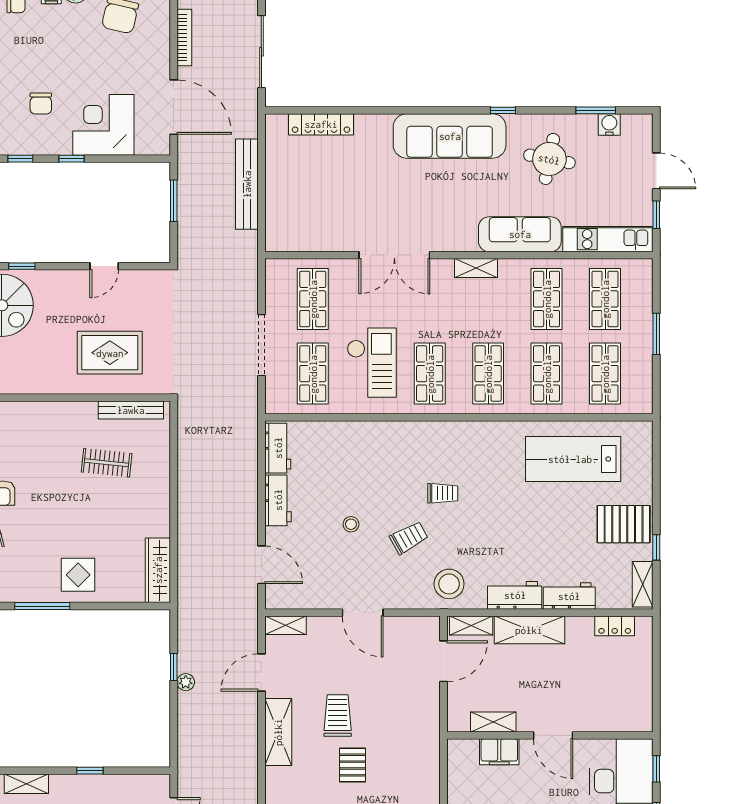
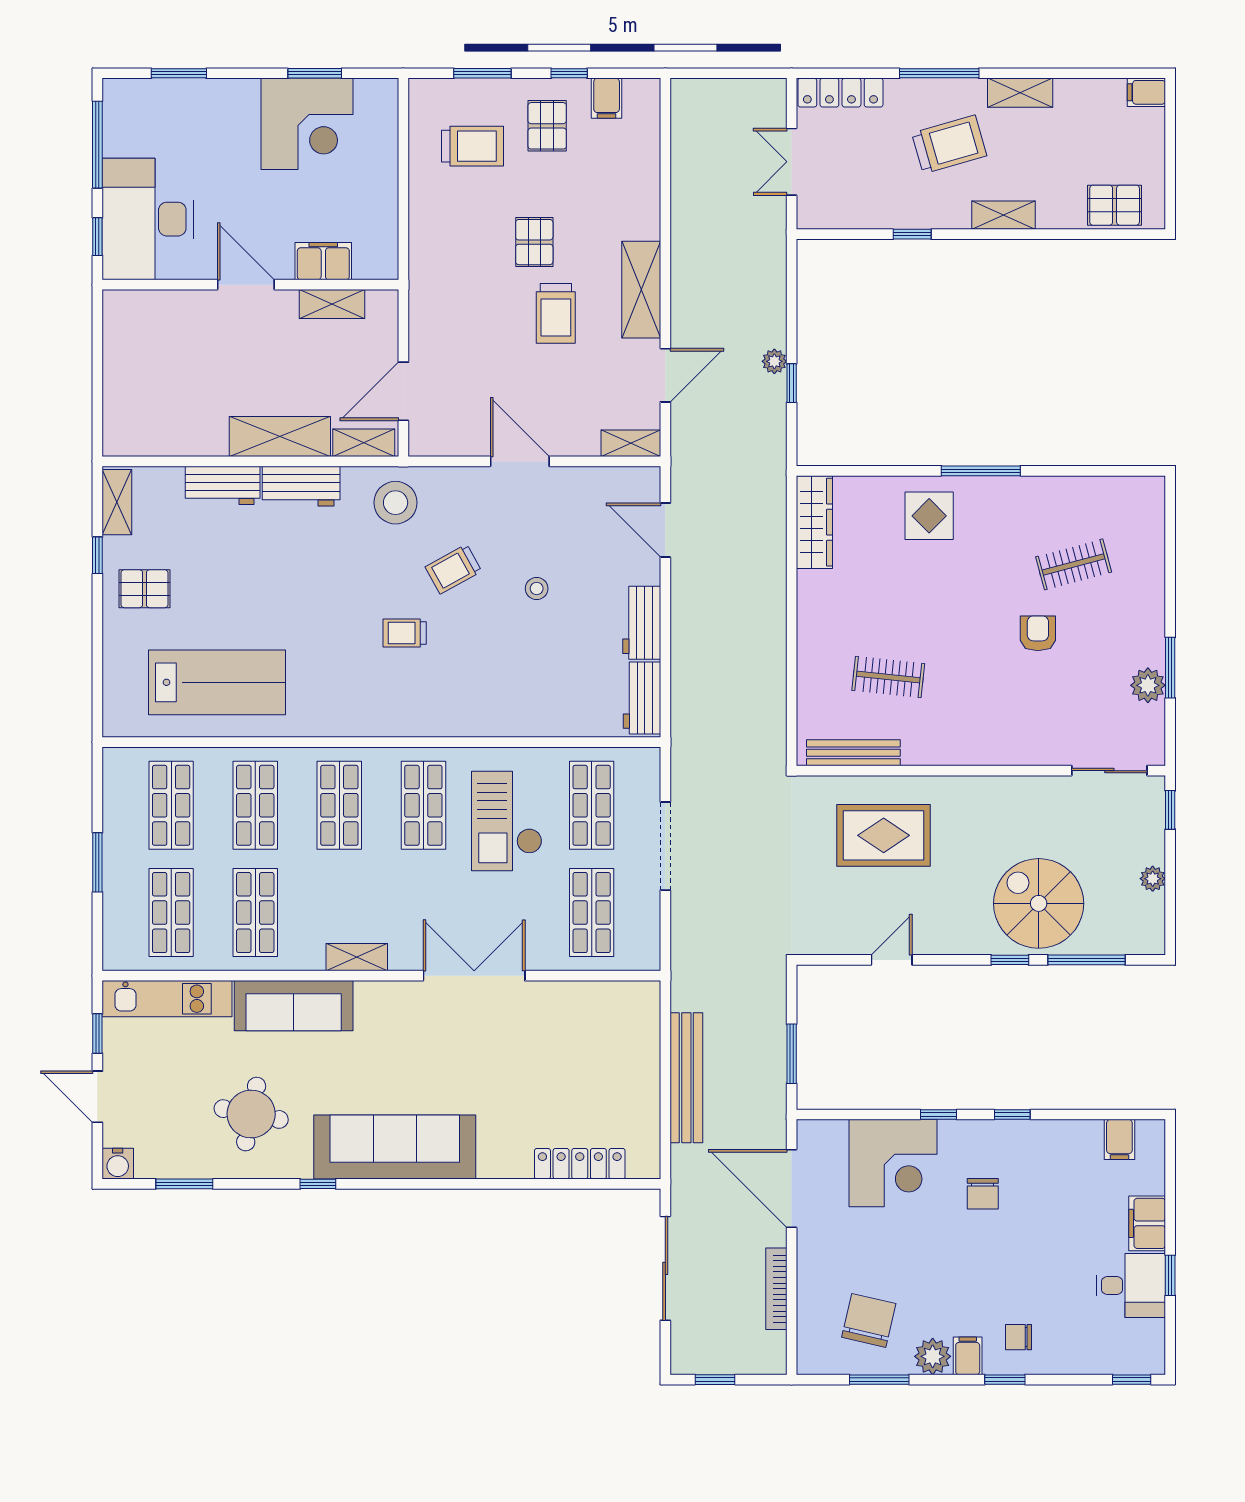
chair: (41, 103) -> (983, 1194), turned 180
water cooler: (609, 124) -> (118, 1164), moved
pallet: (624, 524) -> (144, 589), width x0.67, depth x0.71
locker: (615, 626) -> (157, 442), removed

